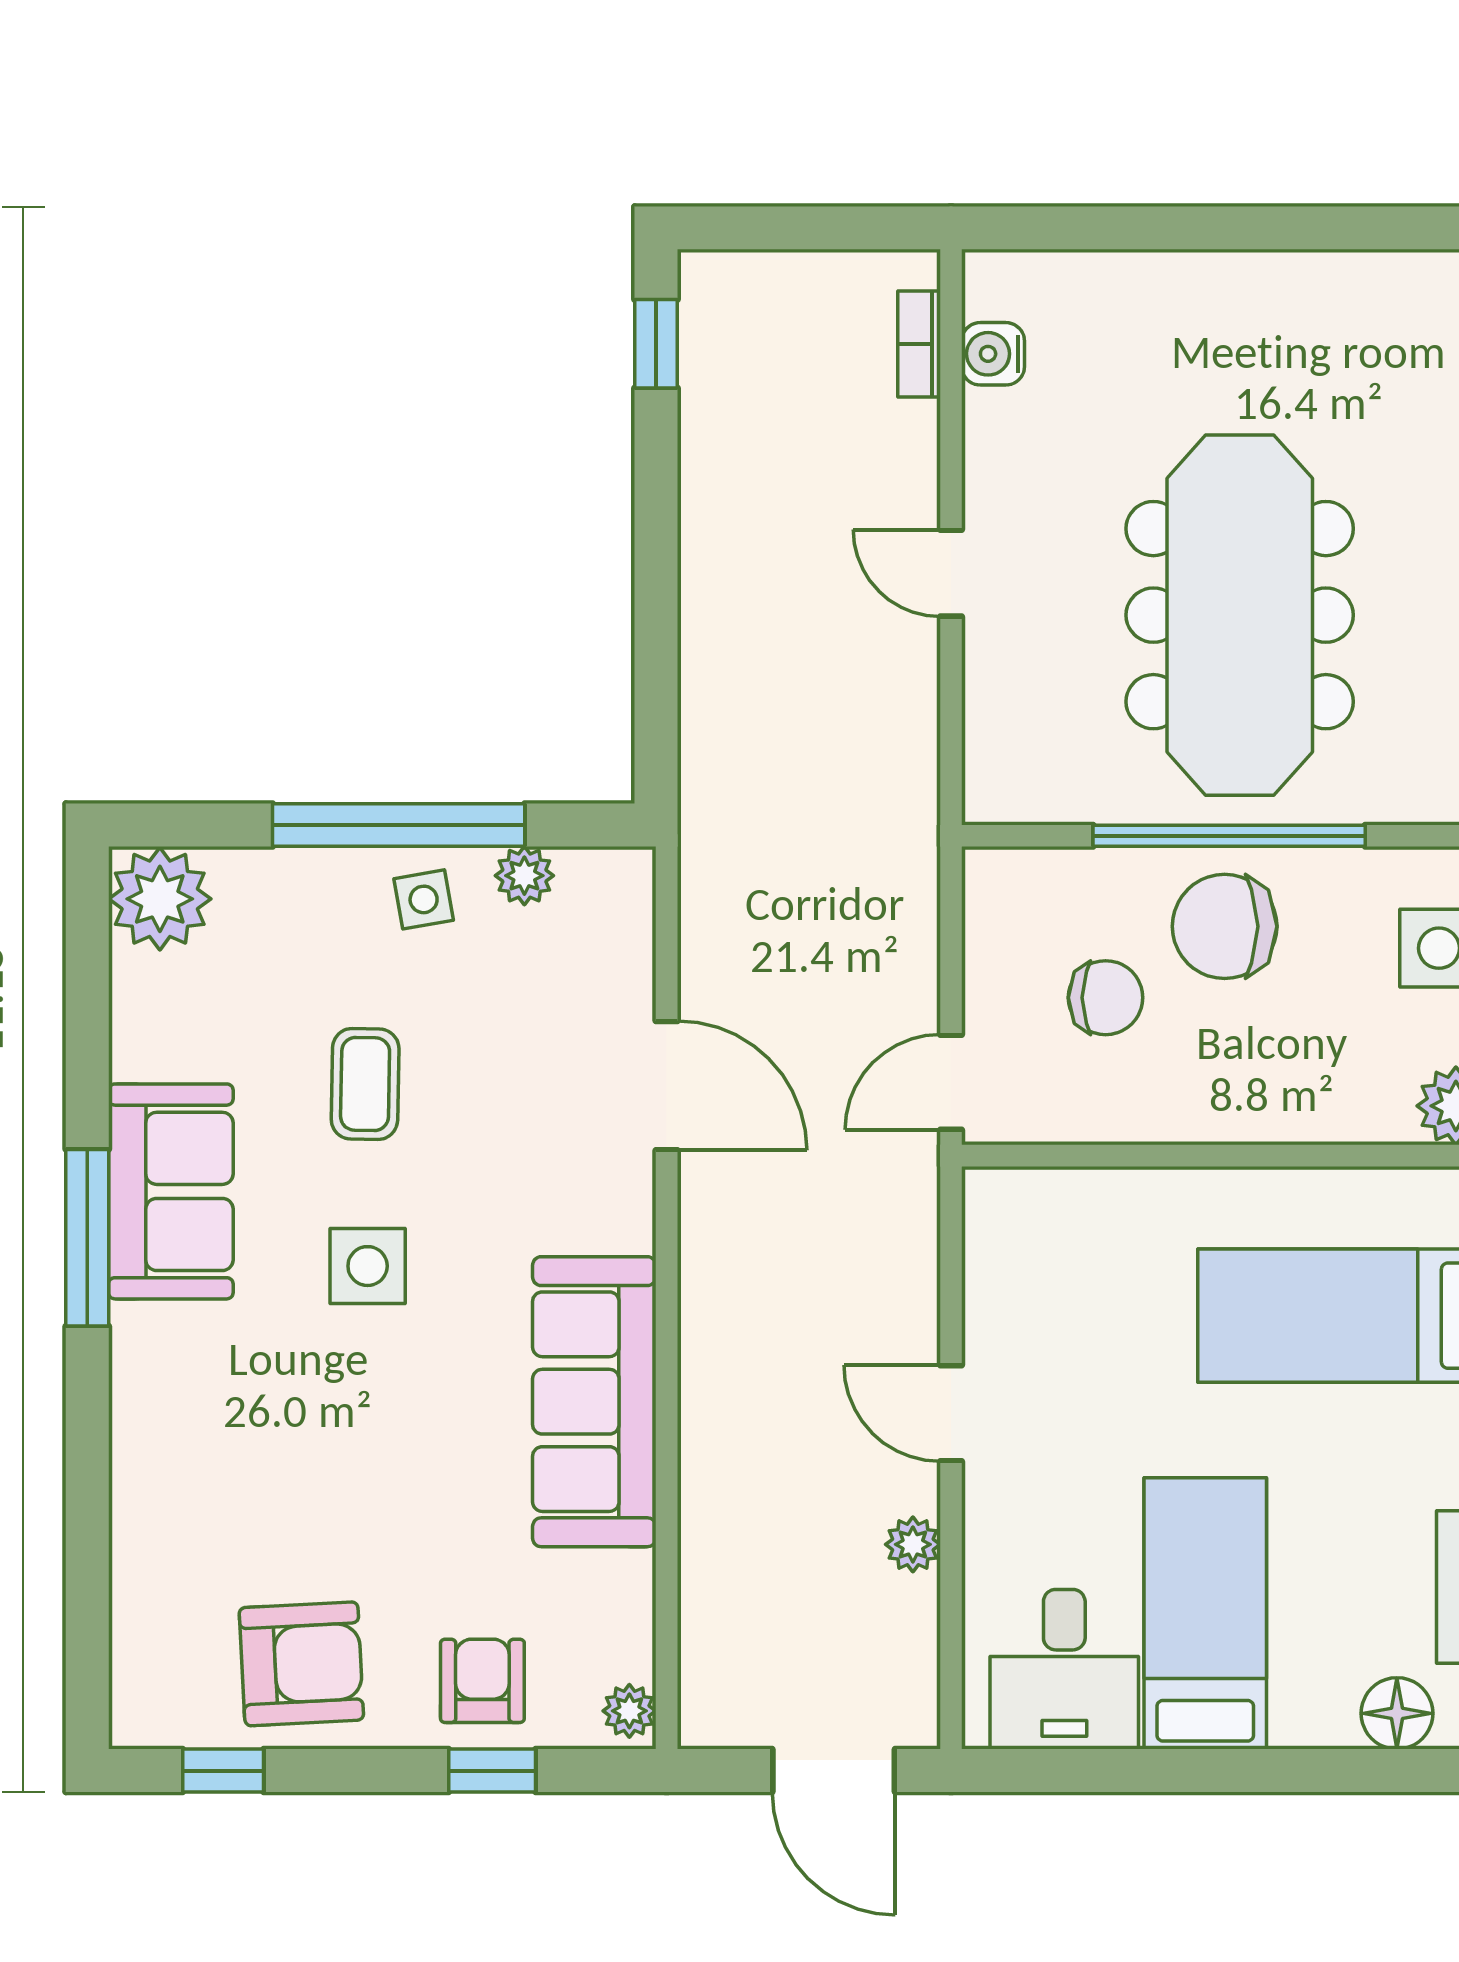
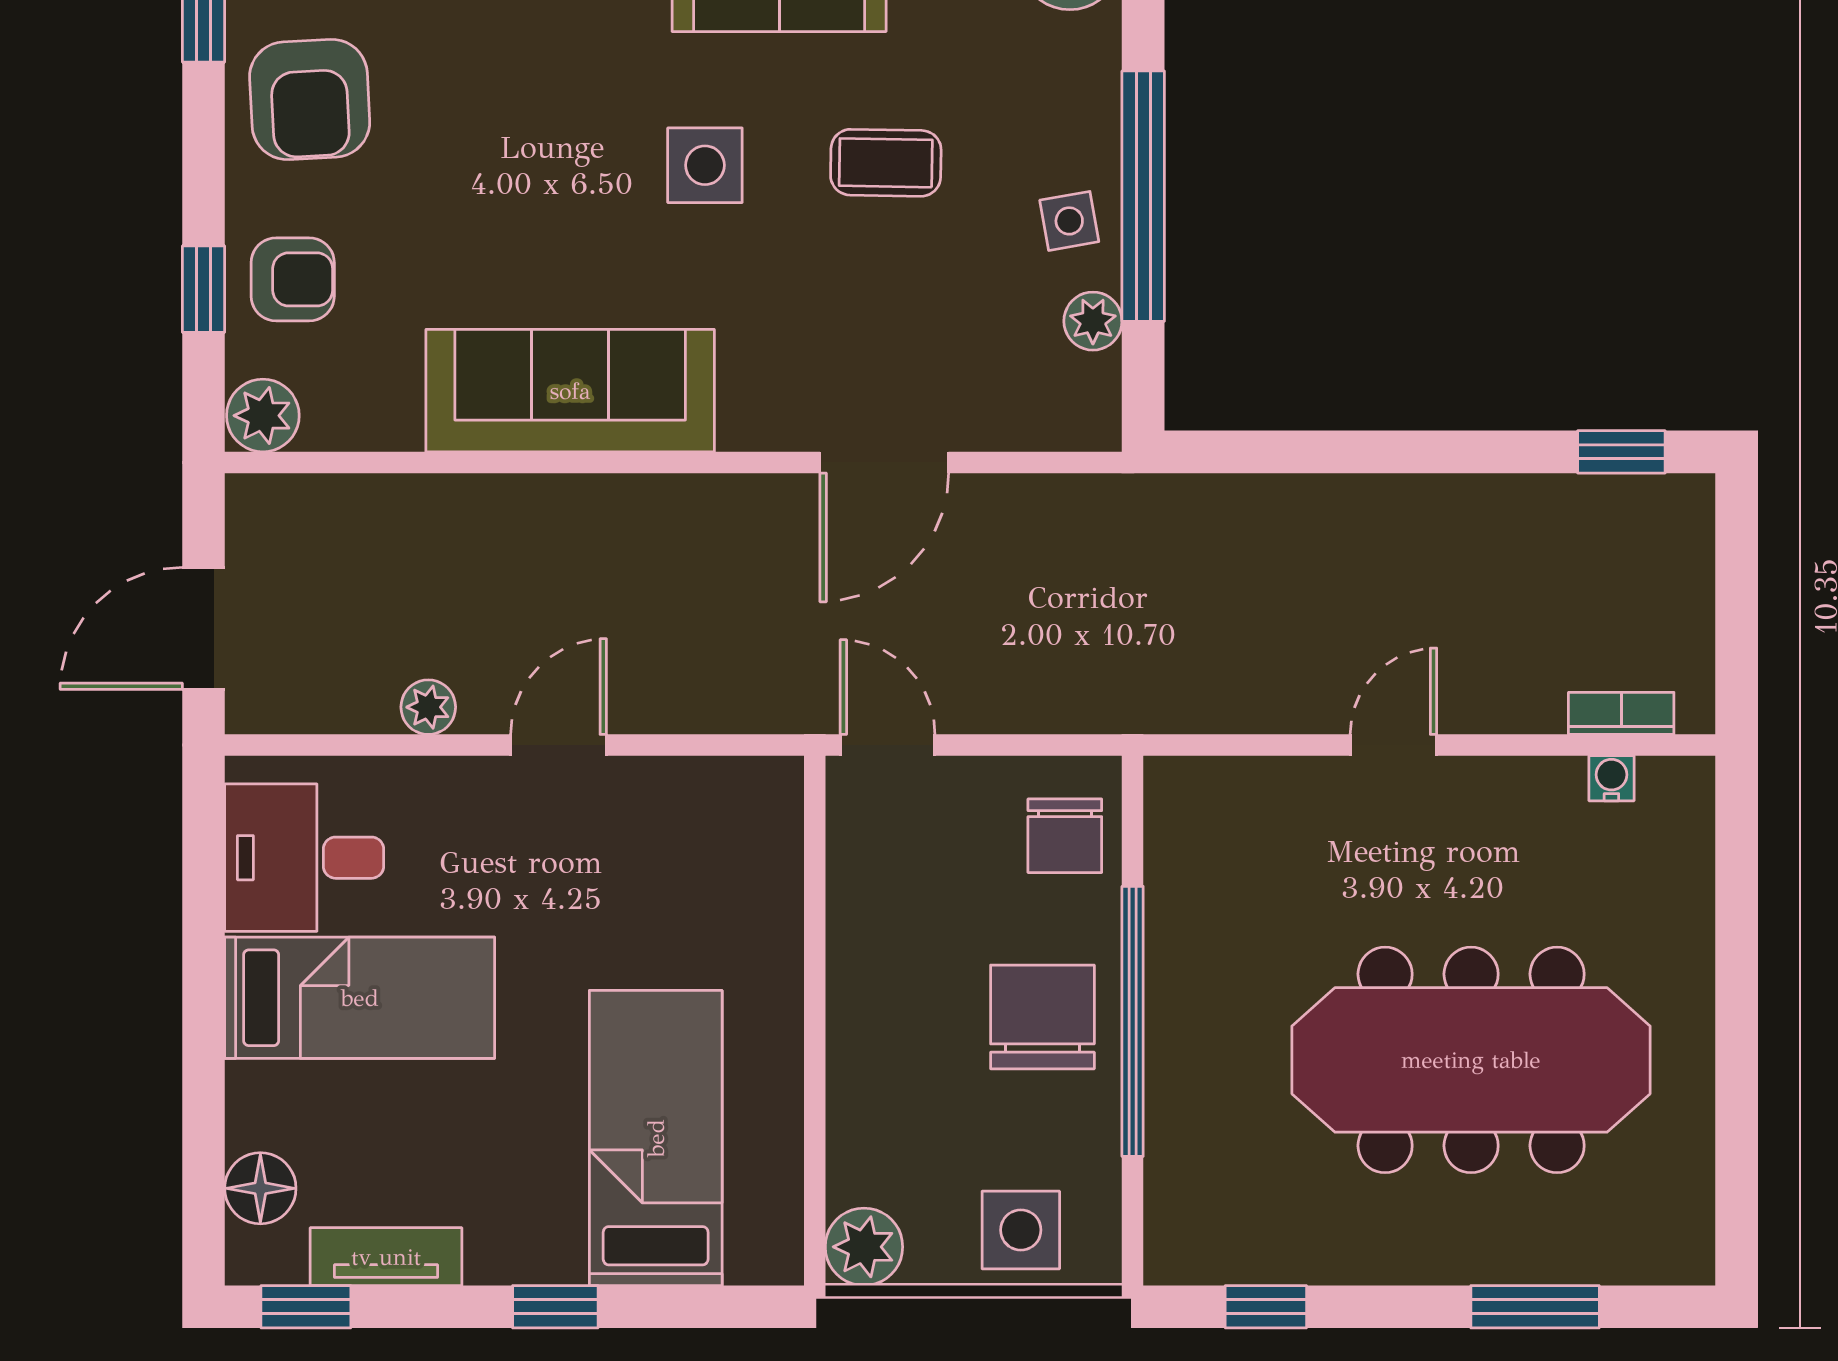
water cooler: (993, 354) -> (1611, 778), width x0.72, depth x0.72
meeting table: (1240, 615) -> (1471, 1060), moved
chair: (1106, 998) -> (1065, 836), moved
plant: (629, 1711) -> (263, 416), width x1.38, depth x1.38

